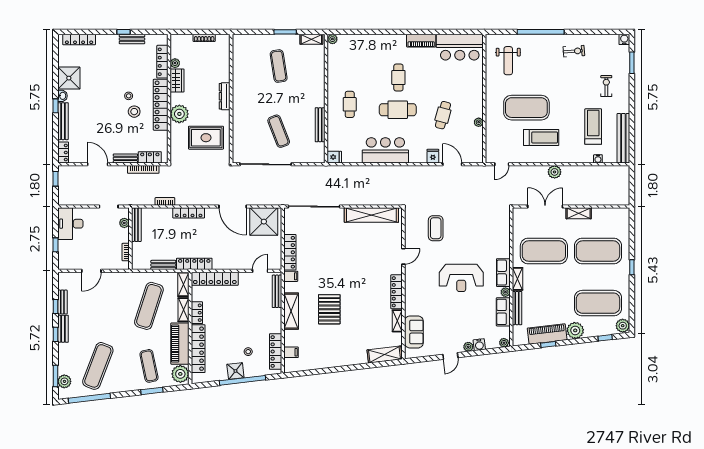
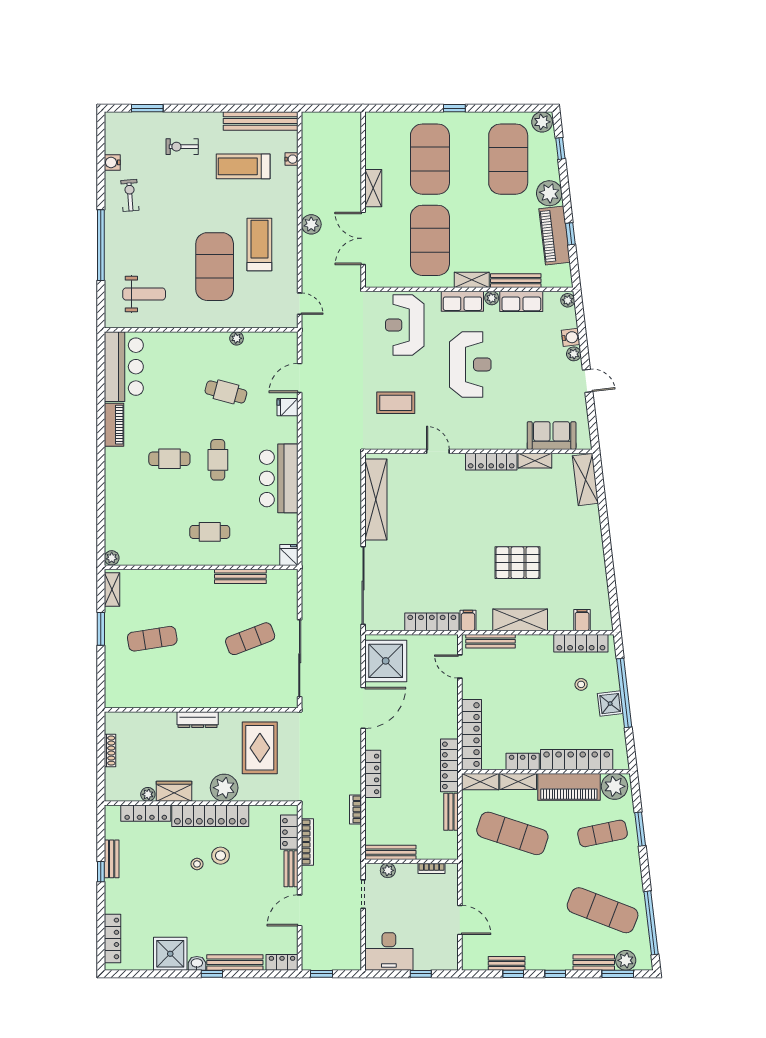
water cooler: (624, 39) -> (112, 162), moved
cafe table: (398, 110) -> (218, 460), width x0.73, depth x0.74
reception desk: (488, 234) -> (405, 325), added
bench: (63, 329) -> (594, 963), moved

